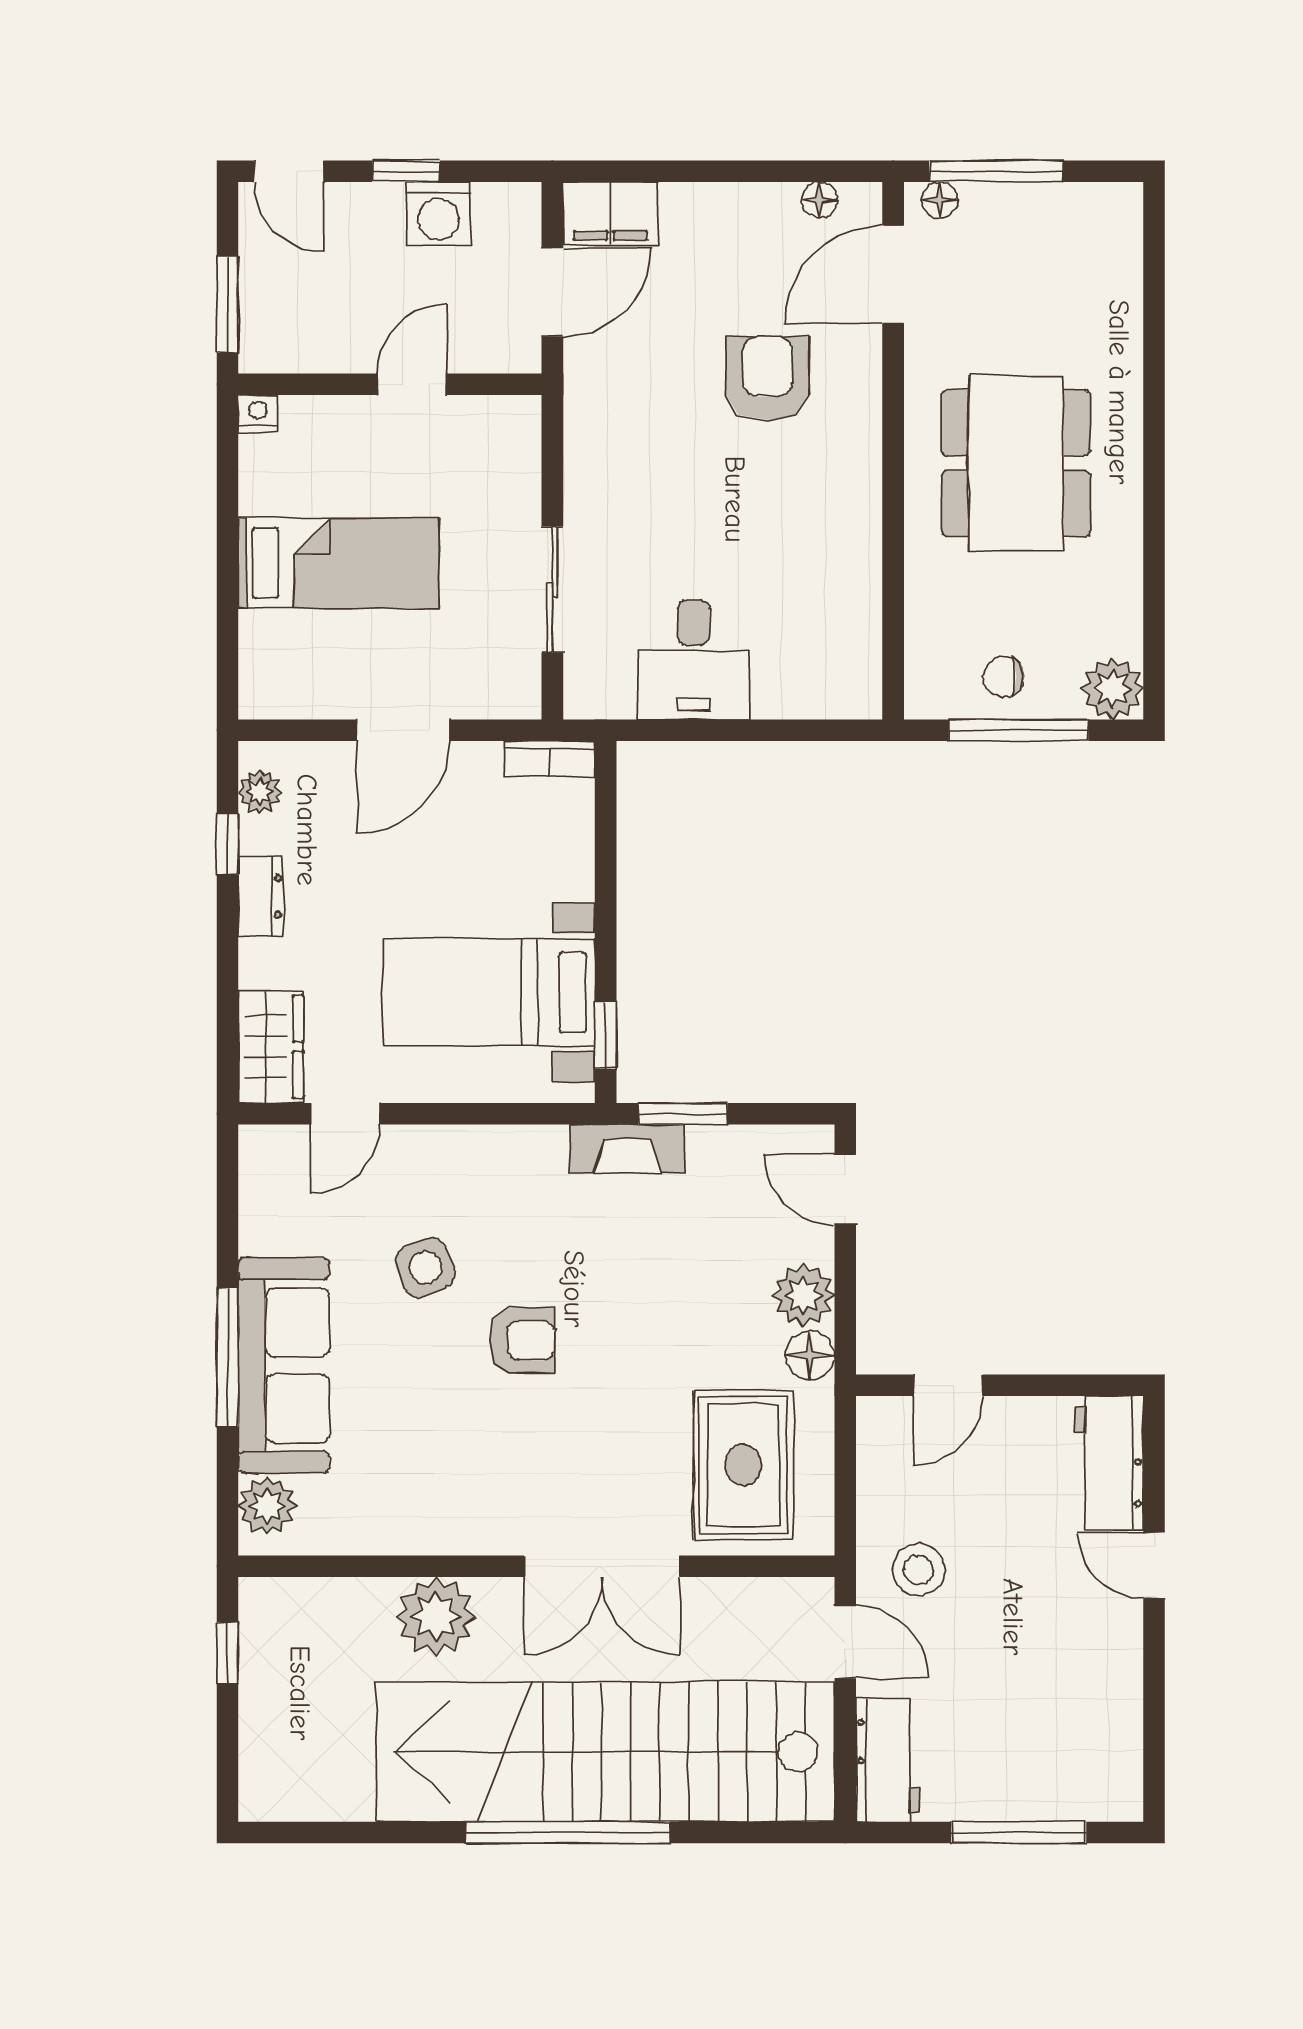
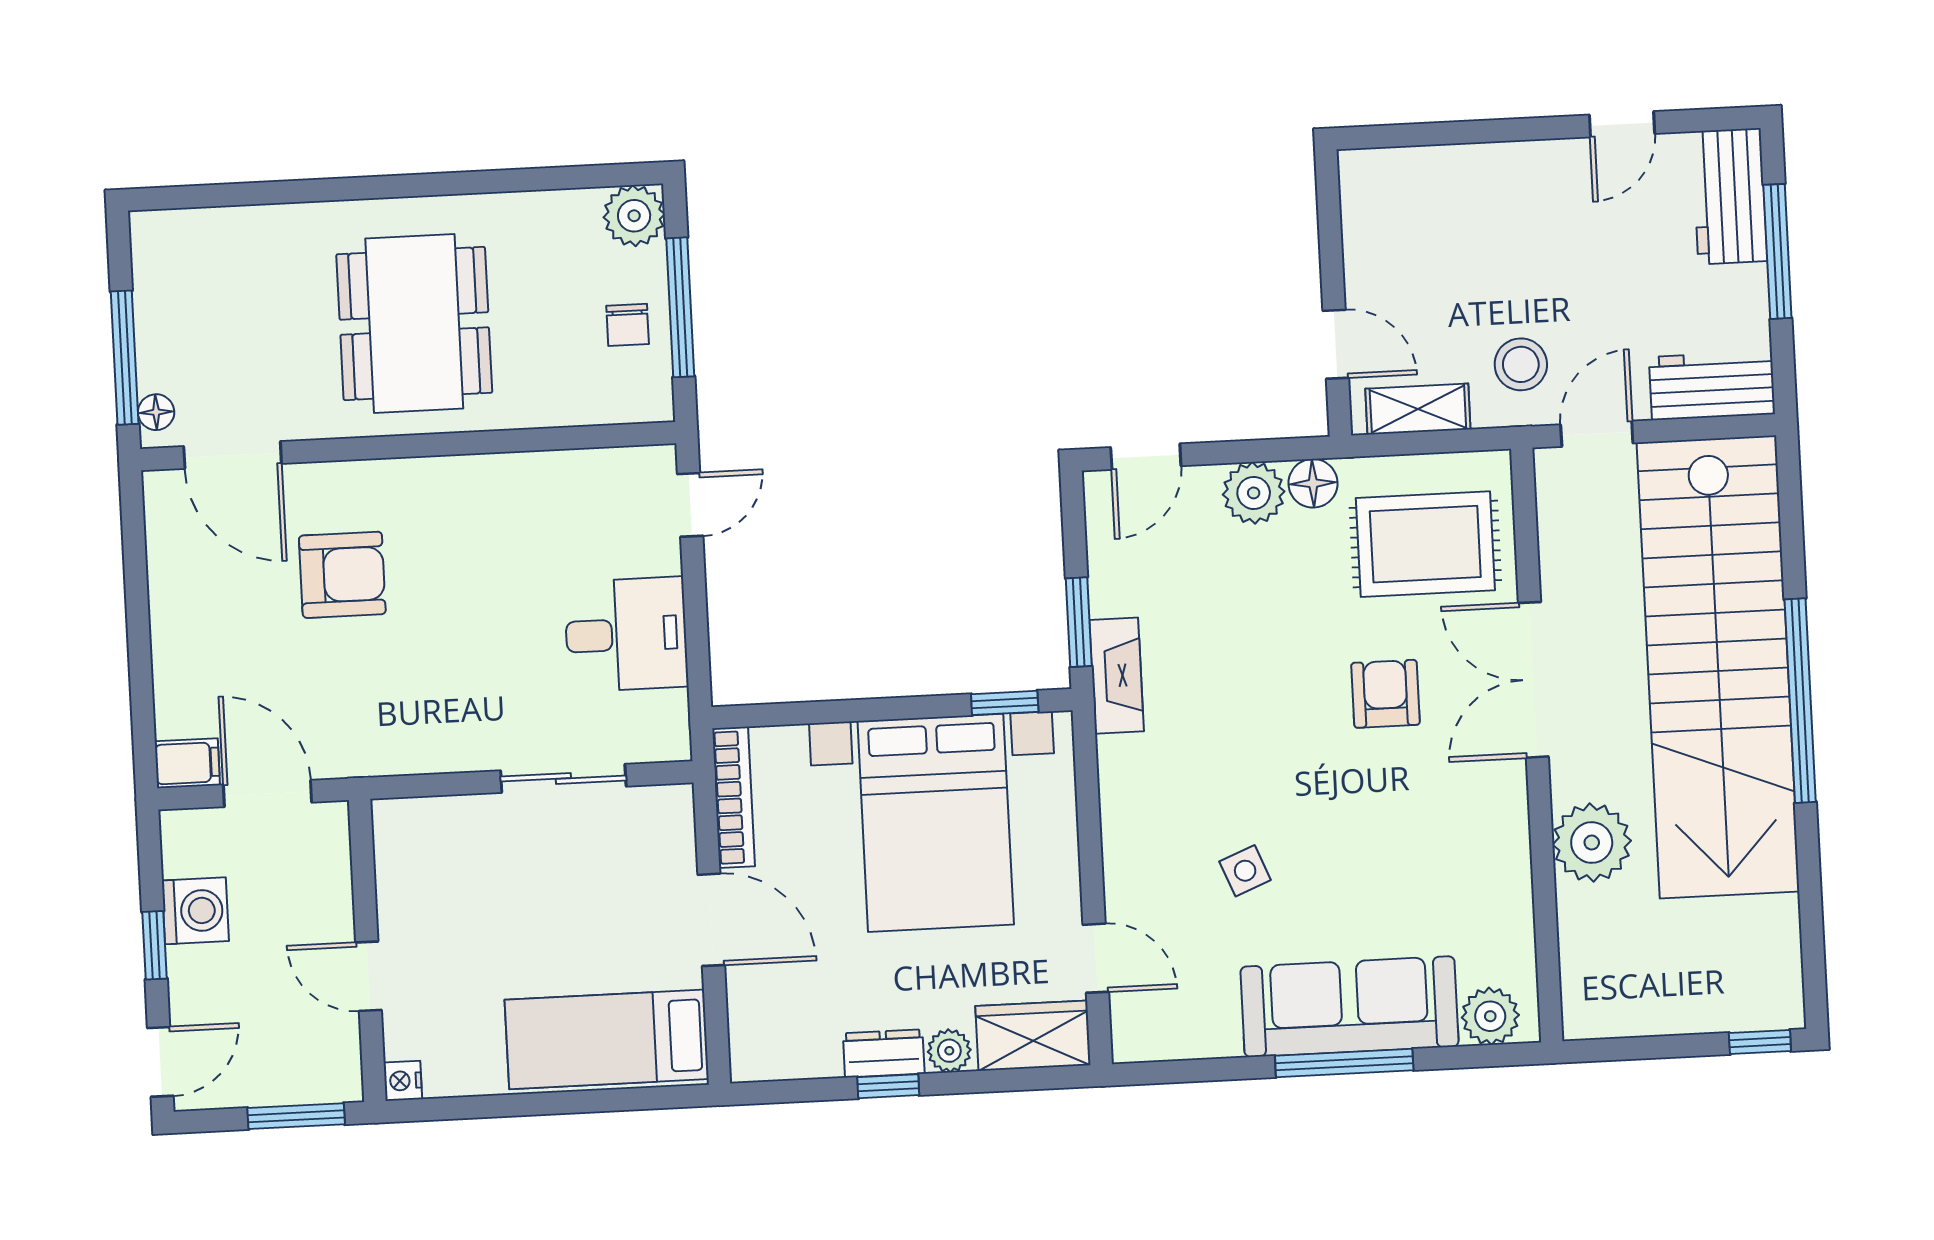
floor lamp: (819, 200) -> (162, 532), removed
filing cabinet: (610, 213) -> (187, 763), width x0.50
armchair: (768, 378) -> (342, 575), turned 180
door: (412, 384) -> (369, 976), moved
dining table: (1016, 463) -> (414, 323), turned 90
bed: (338, 563) -> (607, 1039), moved, turned -90
door: (820, 730) -> (690, 505), added
bookcase: (550, 759) -> (734, 797), width x1.56
plant: (260, 792) -> (949, 1051), moved
window: (228, 844) -> (888, 1086), moved
bed with nightstands: (489, 992) -> (936, 823), width x1.36
side table: (425, 1268) -> (1245, 871), width x0.73, depth x0.73
armchair: (522, 1340) -> (1385, 694), moved
workbench: (1109, 1463) -> (1729, 196), moved, turned 90
shelving: (879, 1464) -> (1418, 409), added
door: (1154, 1565) -> (1622, 124), moved
double door: (602, 1566) -> (1533, 680), swing flipped
window: (228, 1653) -> (1760, 1042), moved

